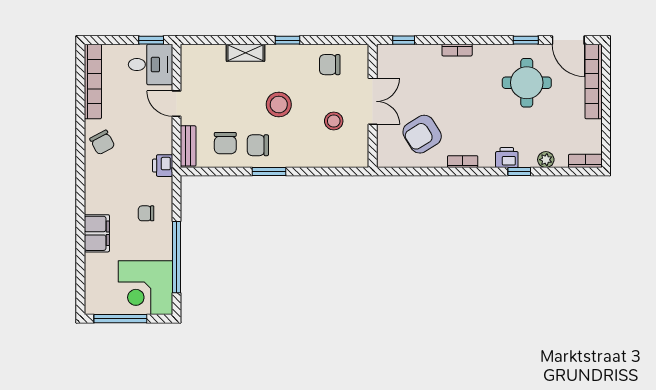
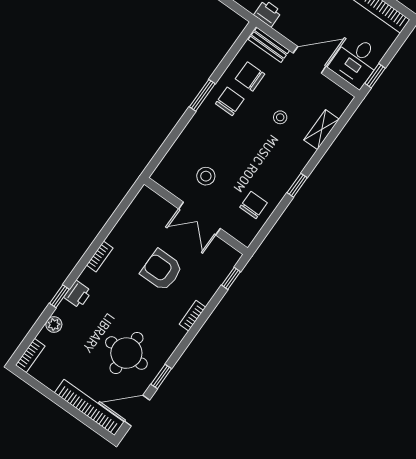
shelving: (246, 53) -> (322, 130), moved
door: (177, 104) -> (310, 60), width x1.38
stool: (279, 105) -> (280, 117), moved, width x0.53, depth x0.53
armchair: (422, 134) -> (162, 270), moved, turned -58

